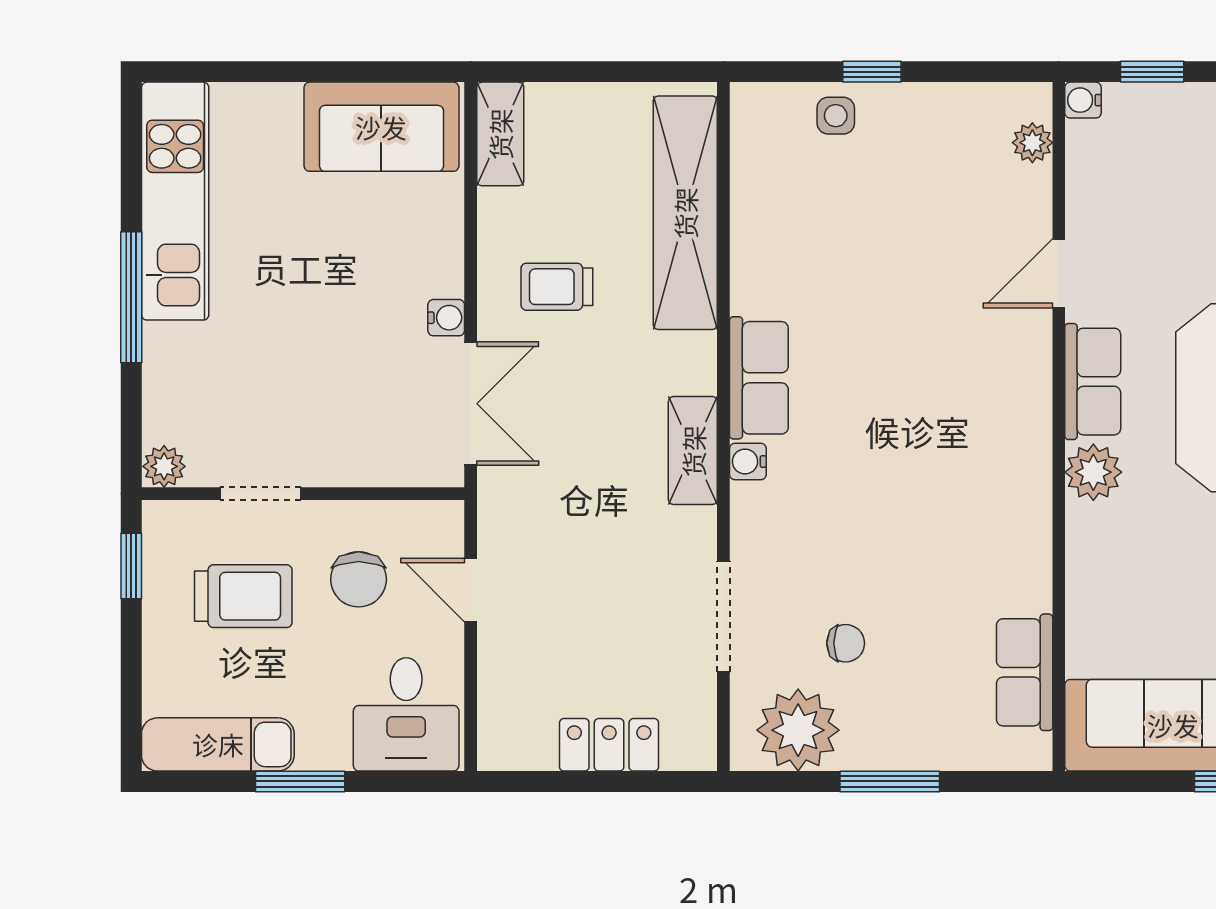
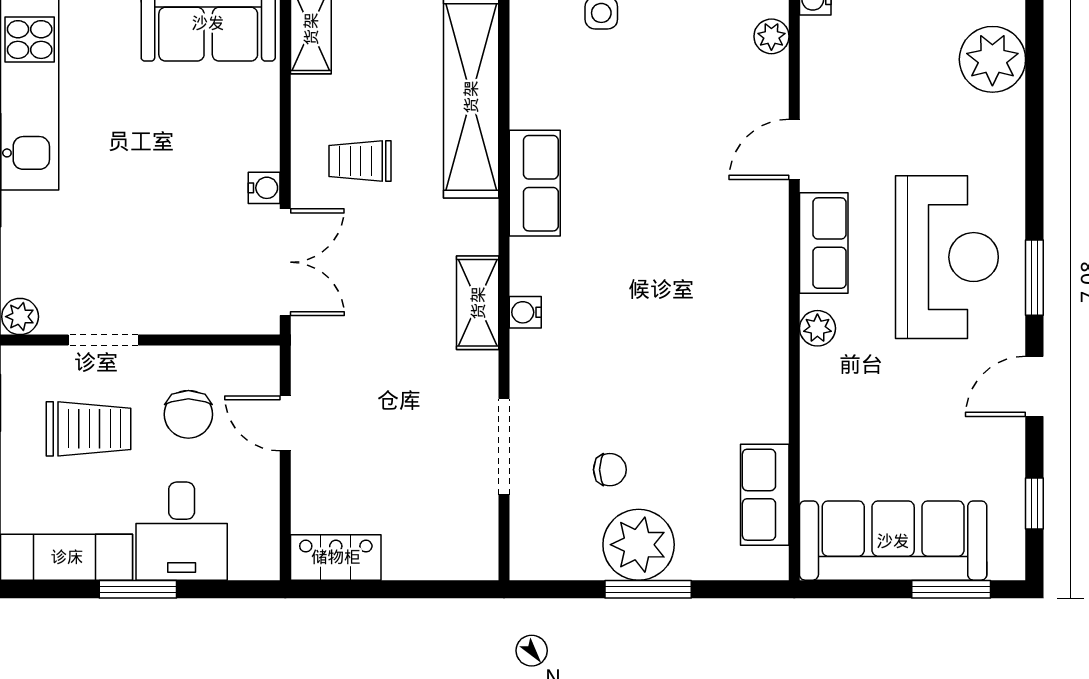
row of seats: (759, 378) -> (535, 183), moved
plant: (1093, 472) -> (817, 328), width x0.73, depth x0.73
desk: (406, 714) -> (182, 531), moved
plant: (798, 730) -> (639, 545), moved
locker: (609, 745) -> (336, 557), moved

